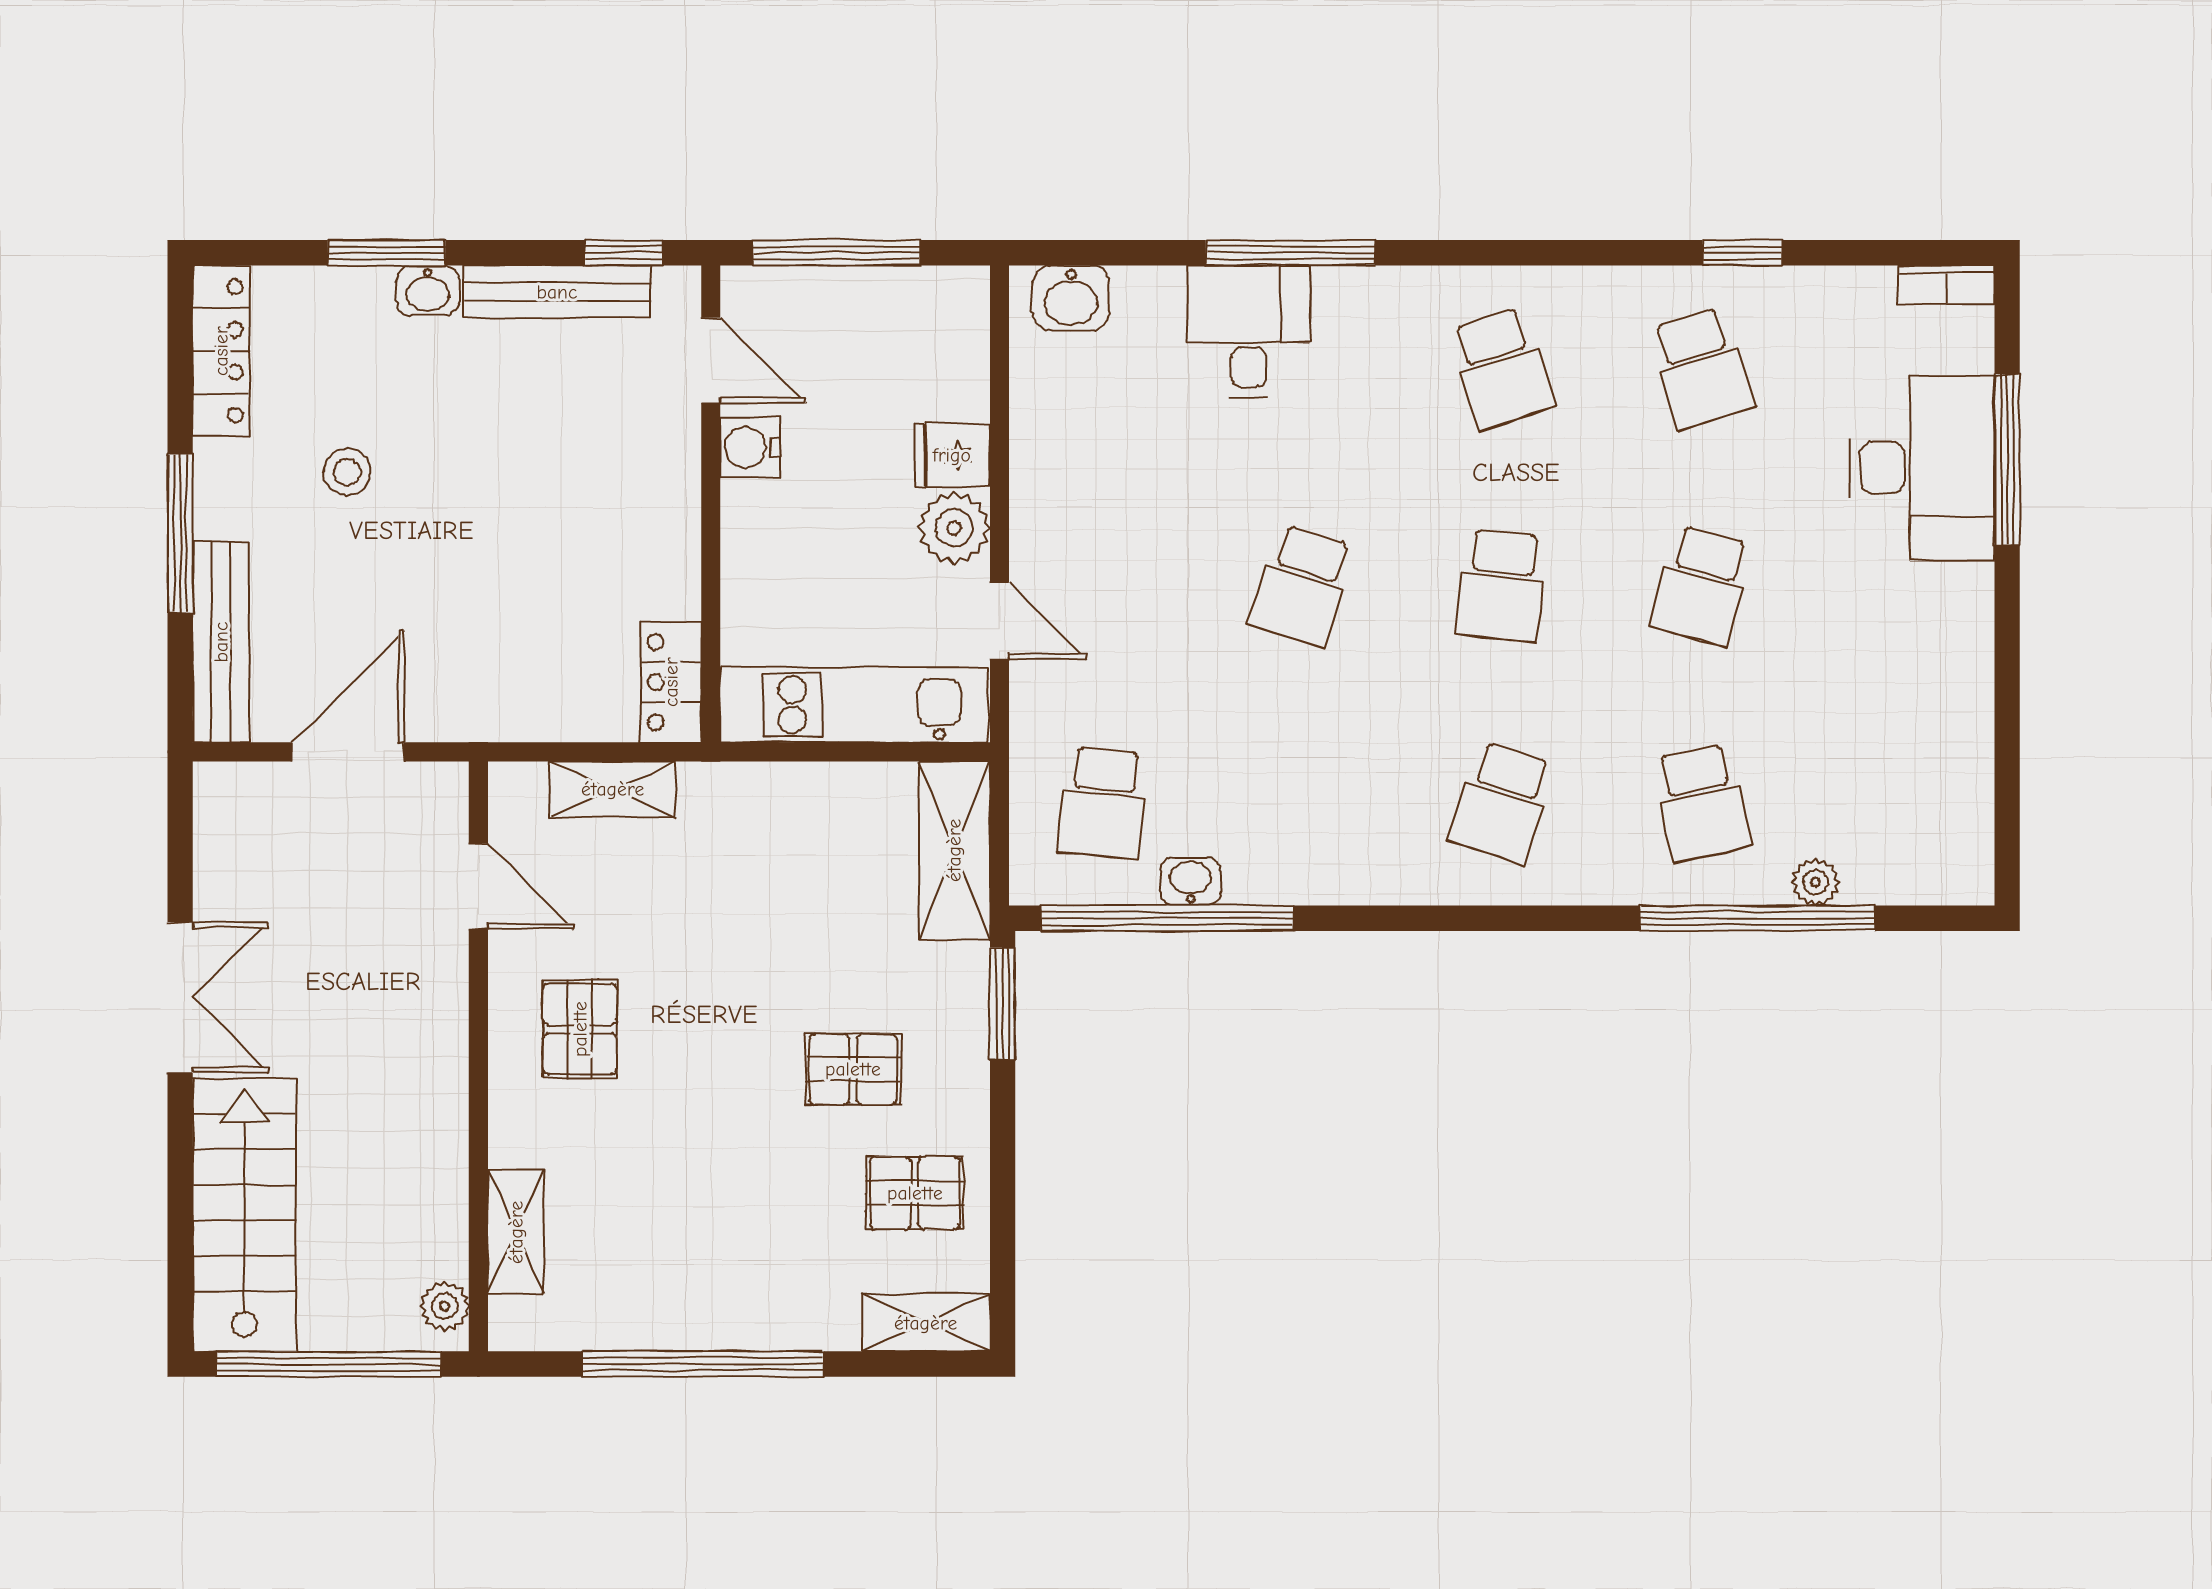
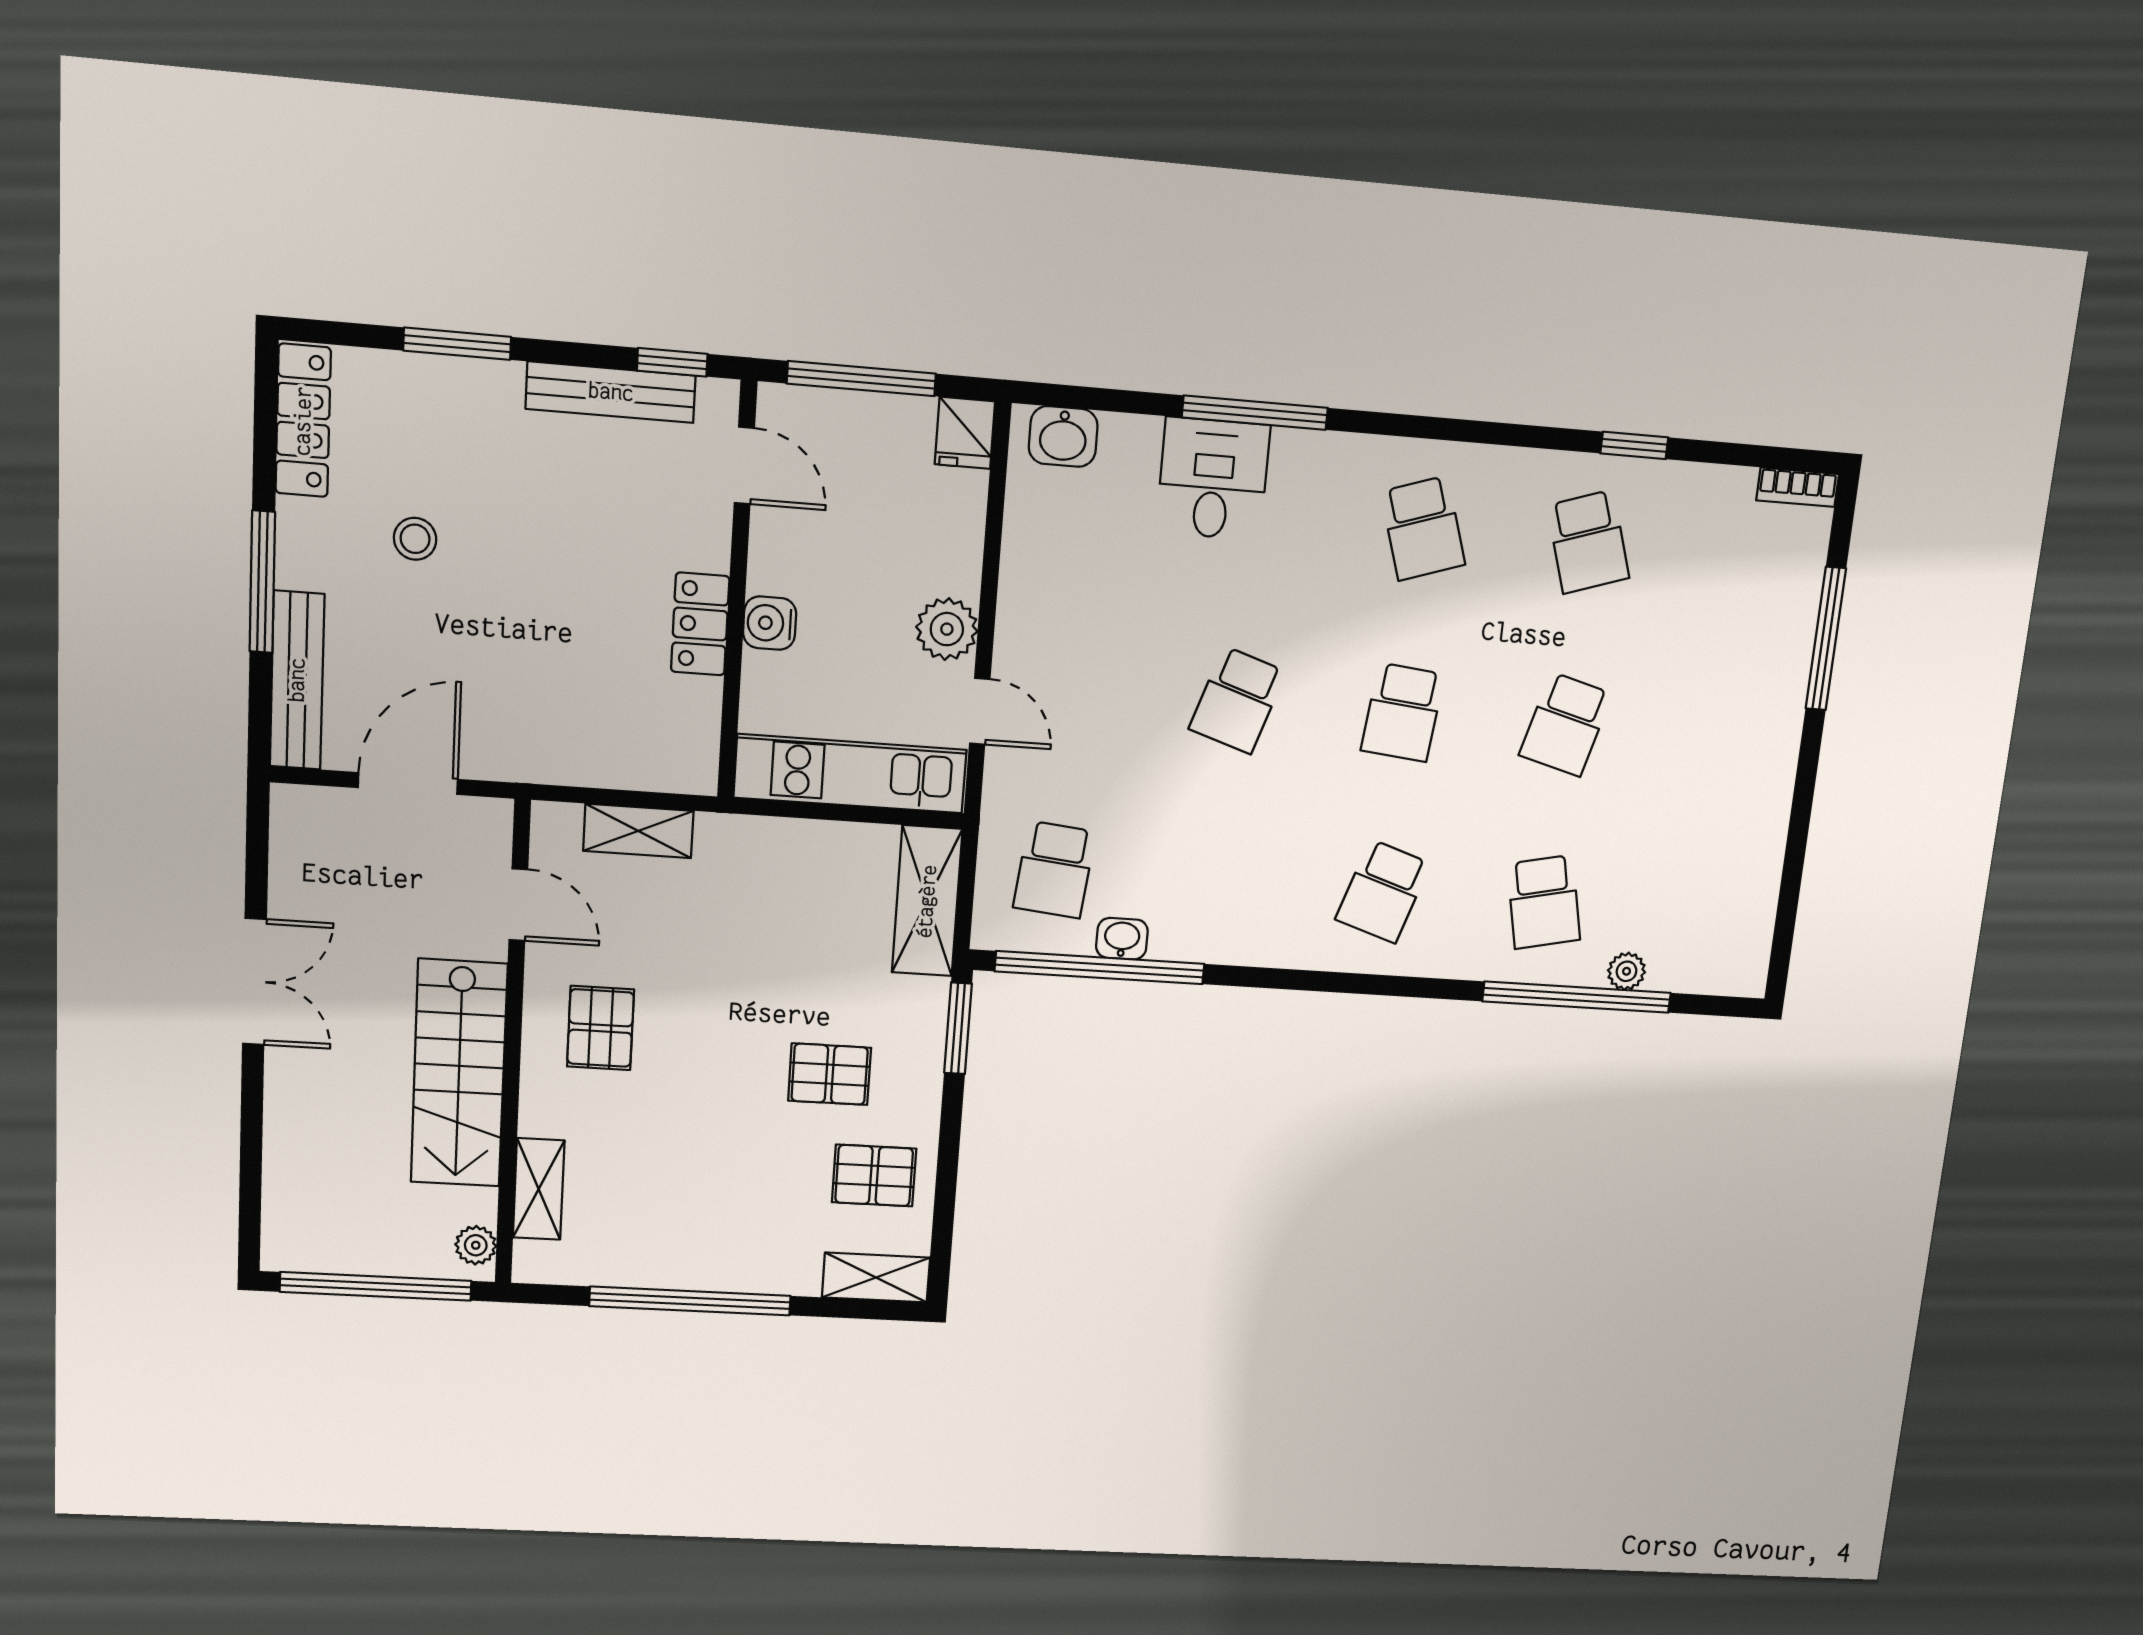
washbasin: (428, 291) -> (493, 381), removed
water cooler: (750, 447) -> (770, 623), moved
fridge: (952, 455) -> (965, 433), moved, turned -90
desk: (1922, 468) -> (1756, 640), removed
locker: (671, 682) -> (700, 624), moved
stairs: (244, 1215) -> (459, 1073), moved, turned 180

